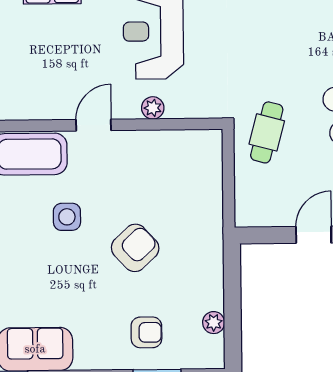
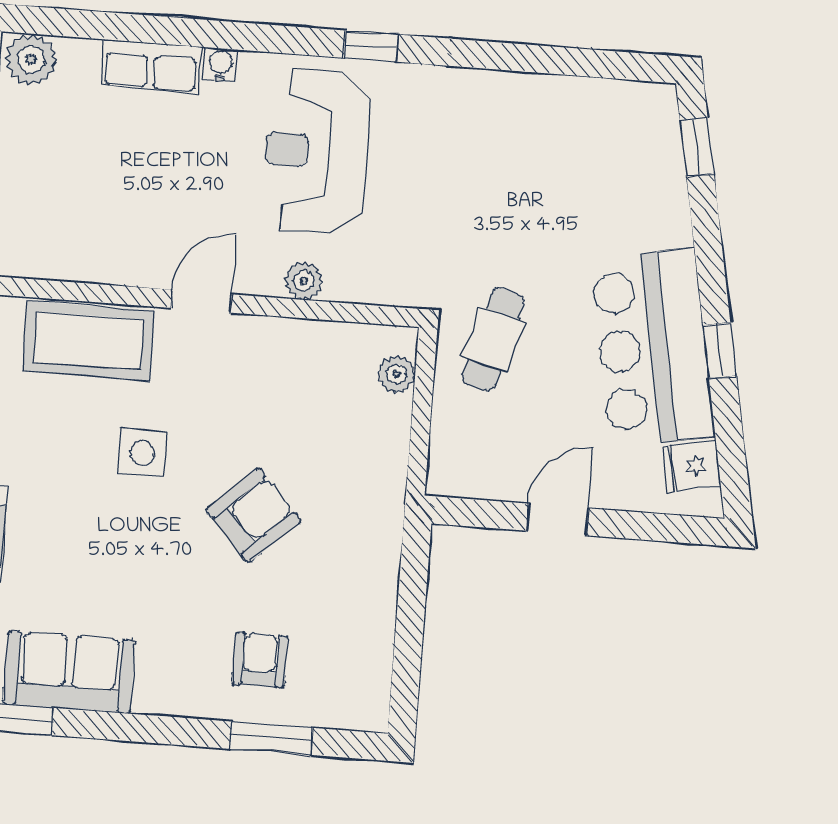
plant: (214, 323) -> (397, 374), moved
armchair: (146, 332) -> (260, 660), turned -90

